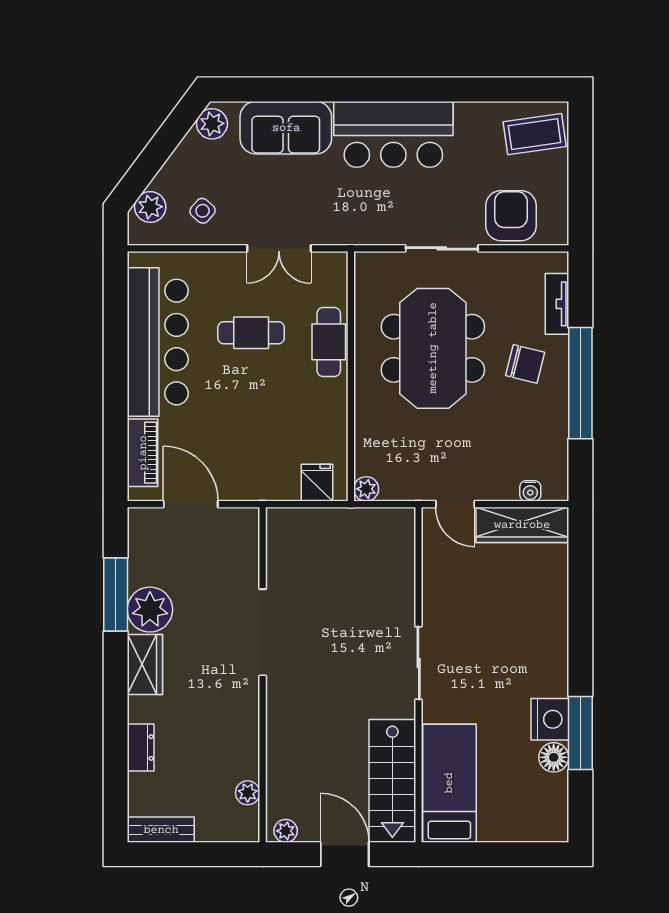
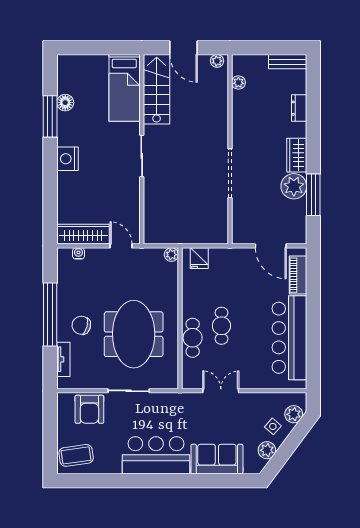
plant: (212, 124) -> (267, 450), moved
side table: (203, 211) -> (273, 426), moved
cafe table: (251, 333) -> (221, 326), moved, turned 90
nightstand: (550, 719) -> (67, 159), moved

